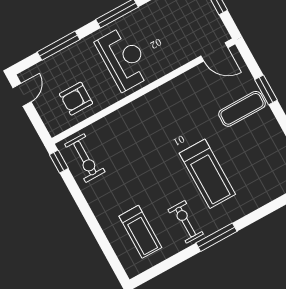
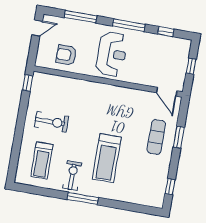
exercise mat: (242, 109) -> (156, 137), turned 90
exercise bike: (85, 158) -> (52, 122), moved, turned -90

